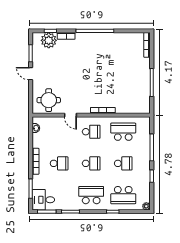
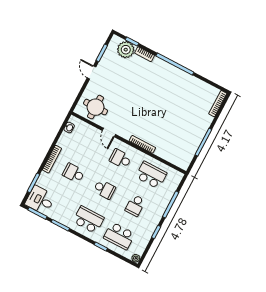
school desk: (91, 132) -> (120, 159), turned 180
school desk: (59, 163) -> (74, 173), turned 180
school desk: (123, 163) -> (135, 205), turned 90

